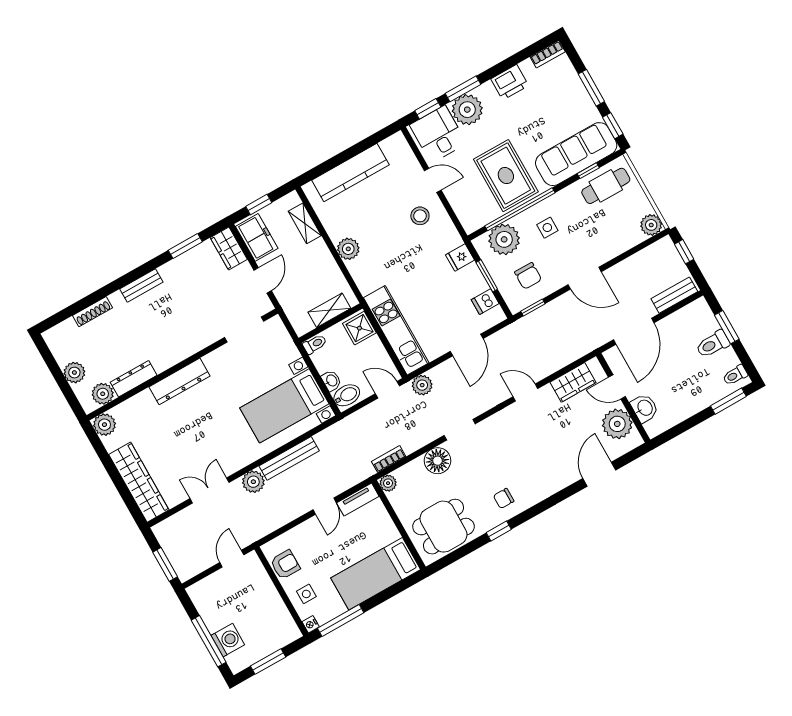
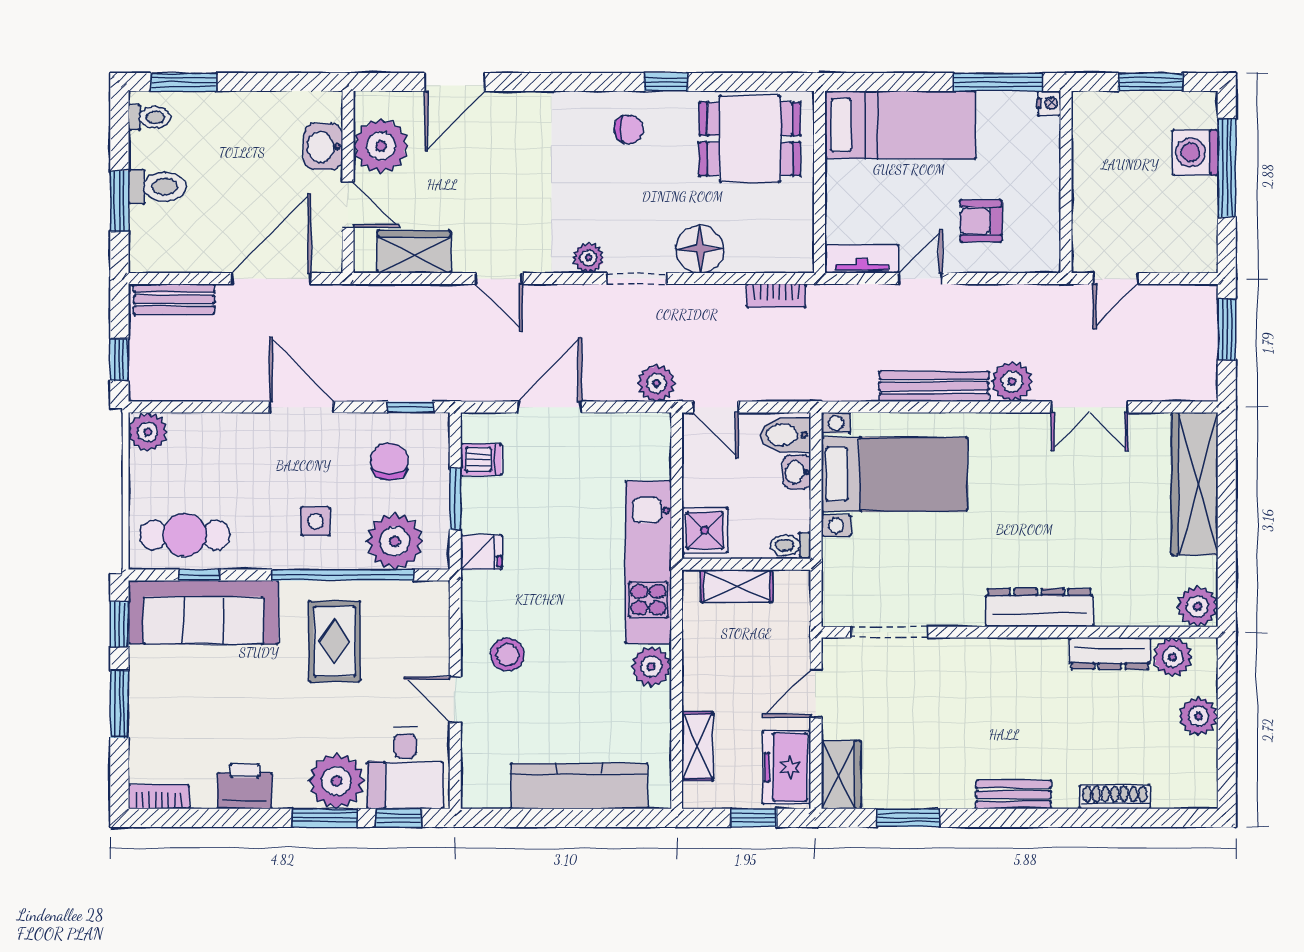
rug: (506, 176) -> (335, 641), width x0.73, depth x0.70
kitchen unit: (396, 330) -> (648, 562), moved
plant: (388, 483) -> (588, 258), moved
armchair: (285, 565) -> (981, 221), moved
side table: (306, 594) -> (1029, 155), removed

